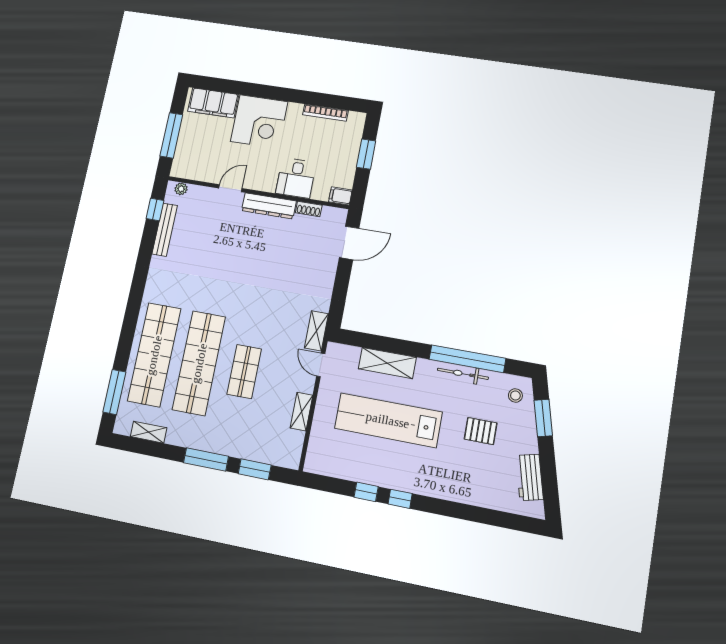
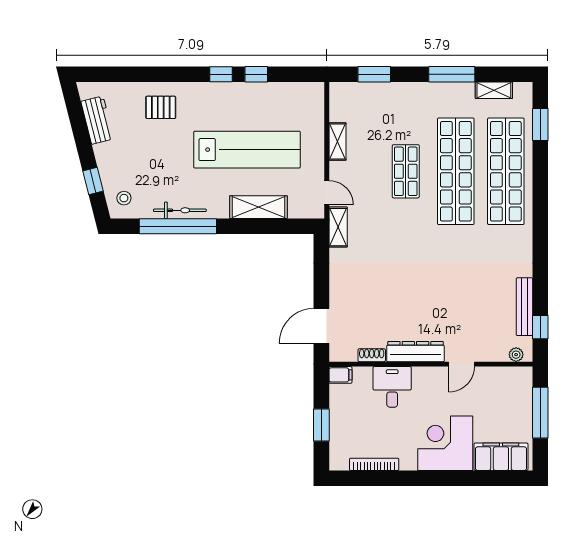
window: (114, 392) -> (540, 124), width x0.69
window: (543, 418) -> (93, 181), width x0.67
pallet: (481, 431) -> (161, 107), moved
window: (206, 460) -> (452, 74), moved

